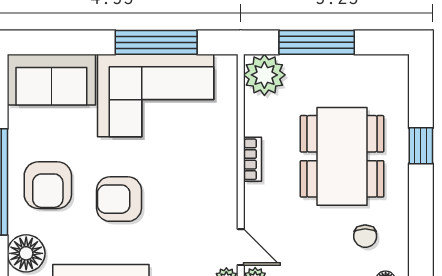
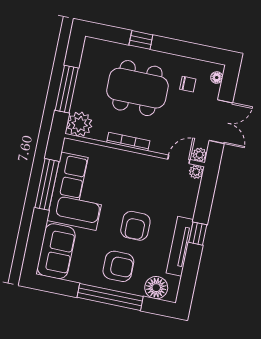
bookcase: (252, 159) -> (128, 142), width x1.56

